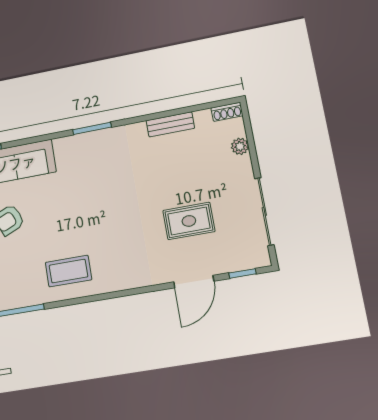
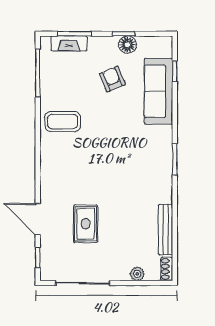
bench: (170, 124) -> (165, 230), width x1.36
coffee table: (68, 271) -> (63, 121), turned 90

